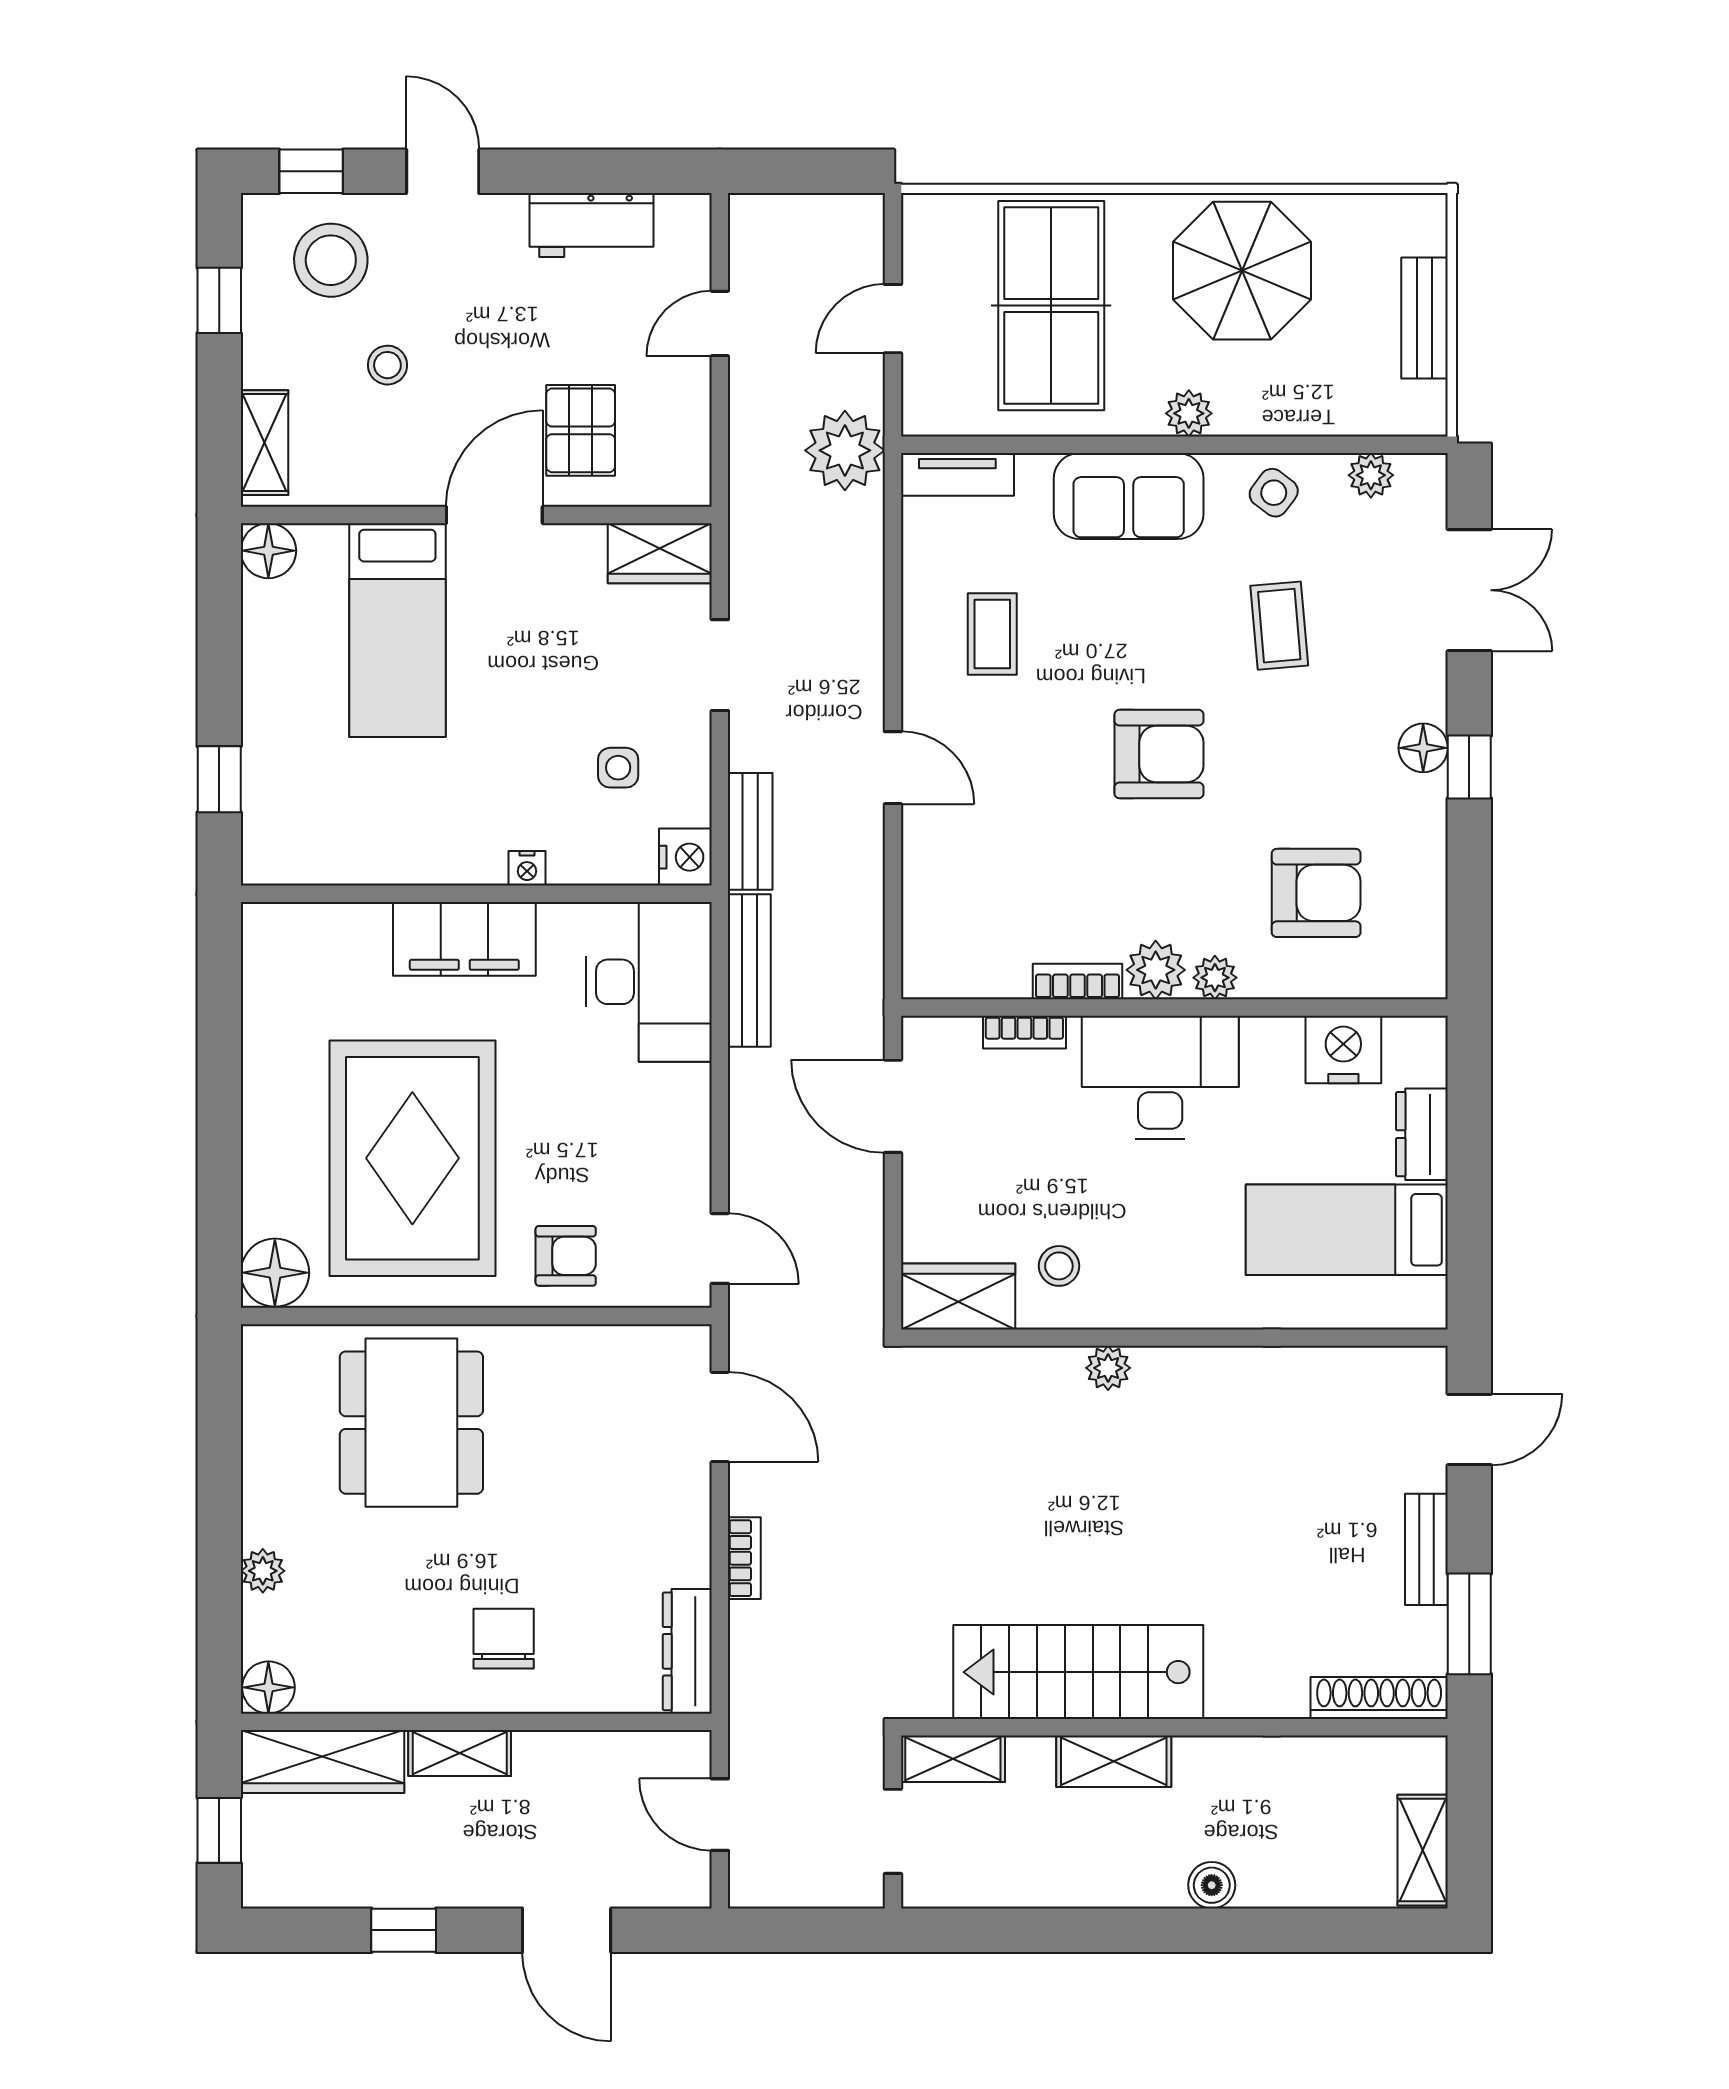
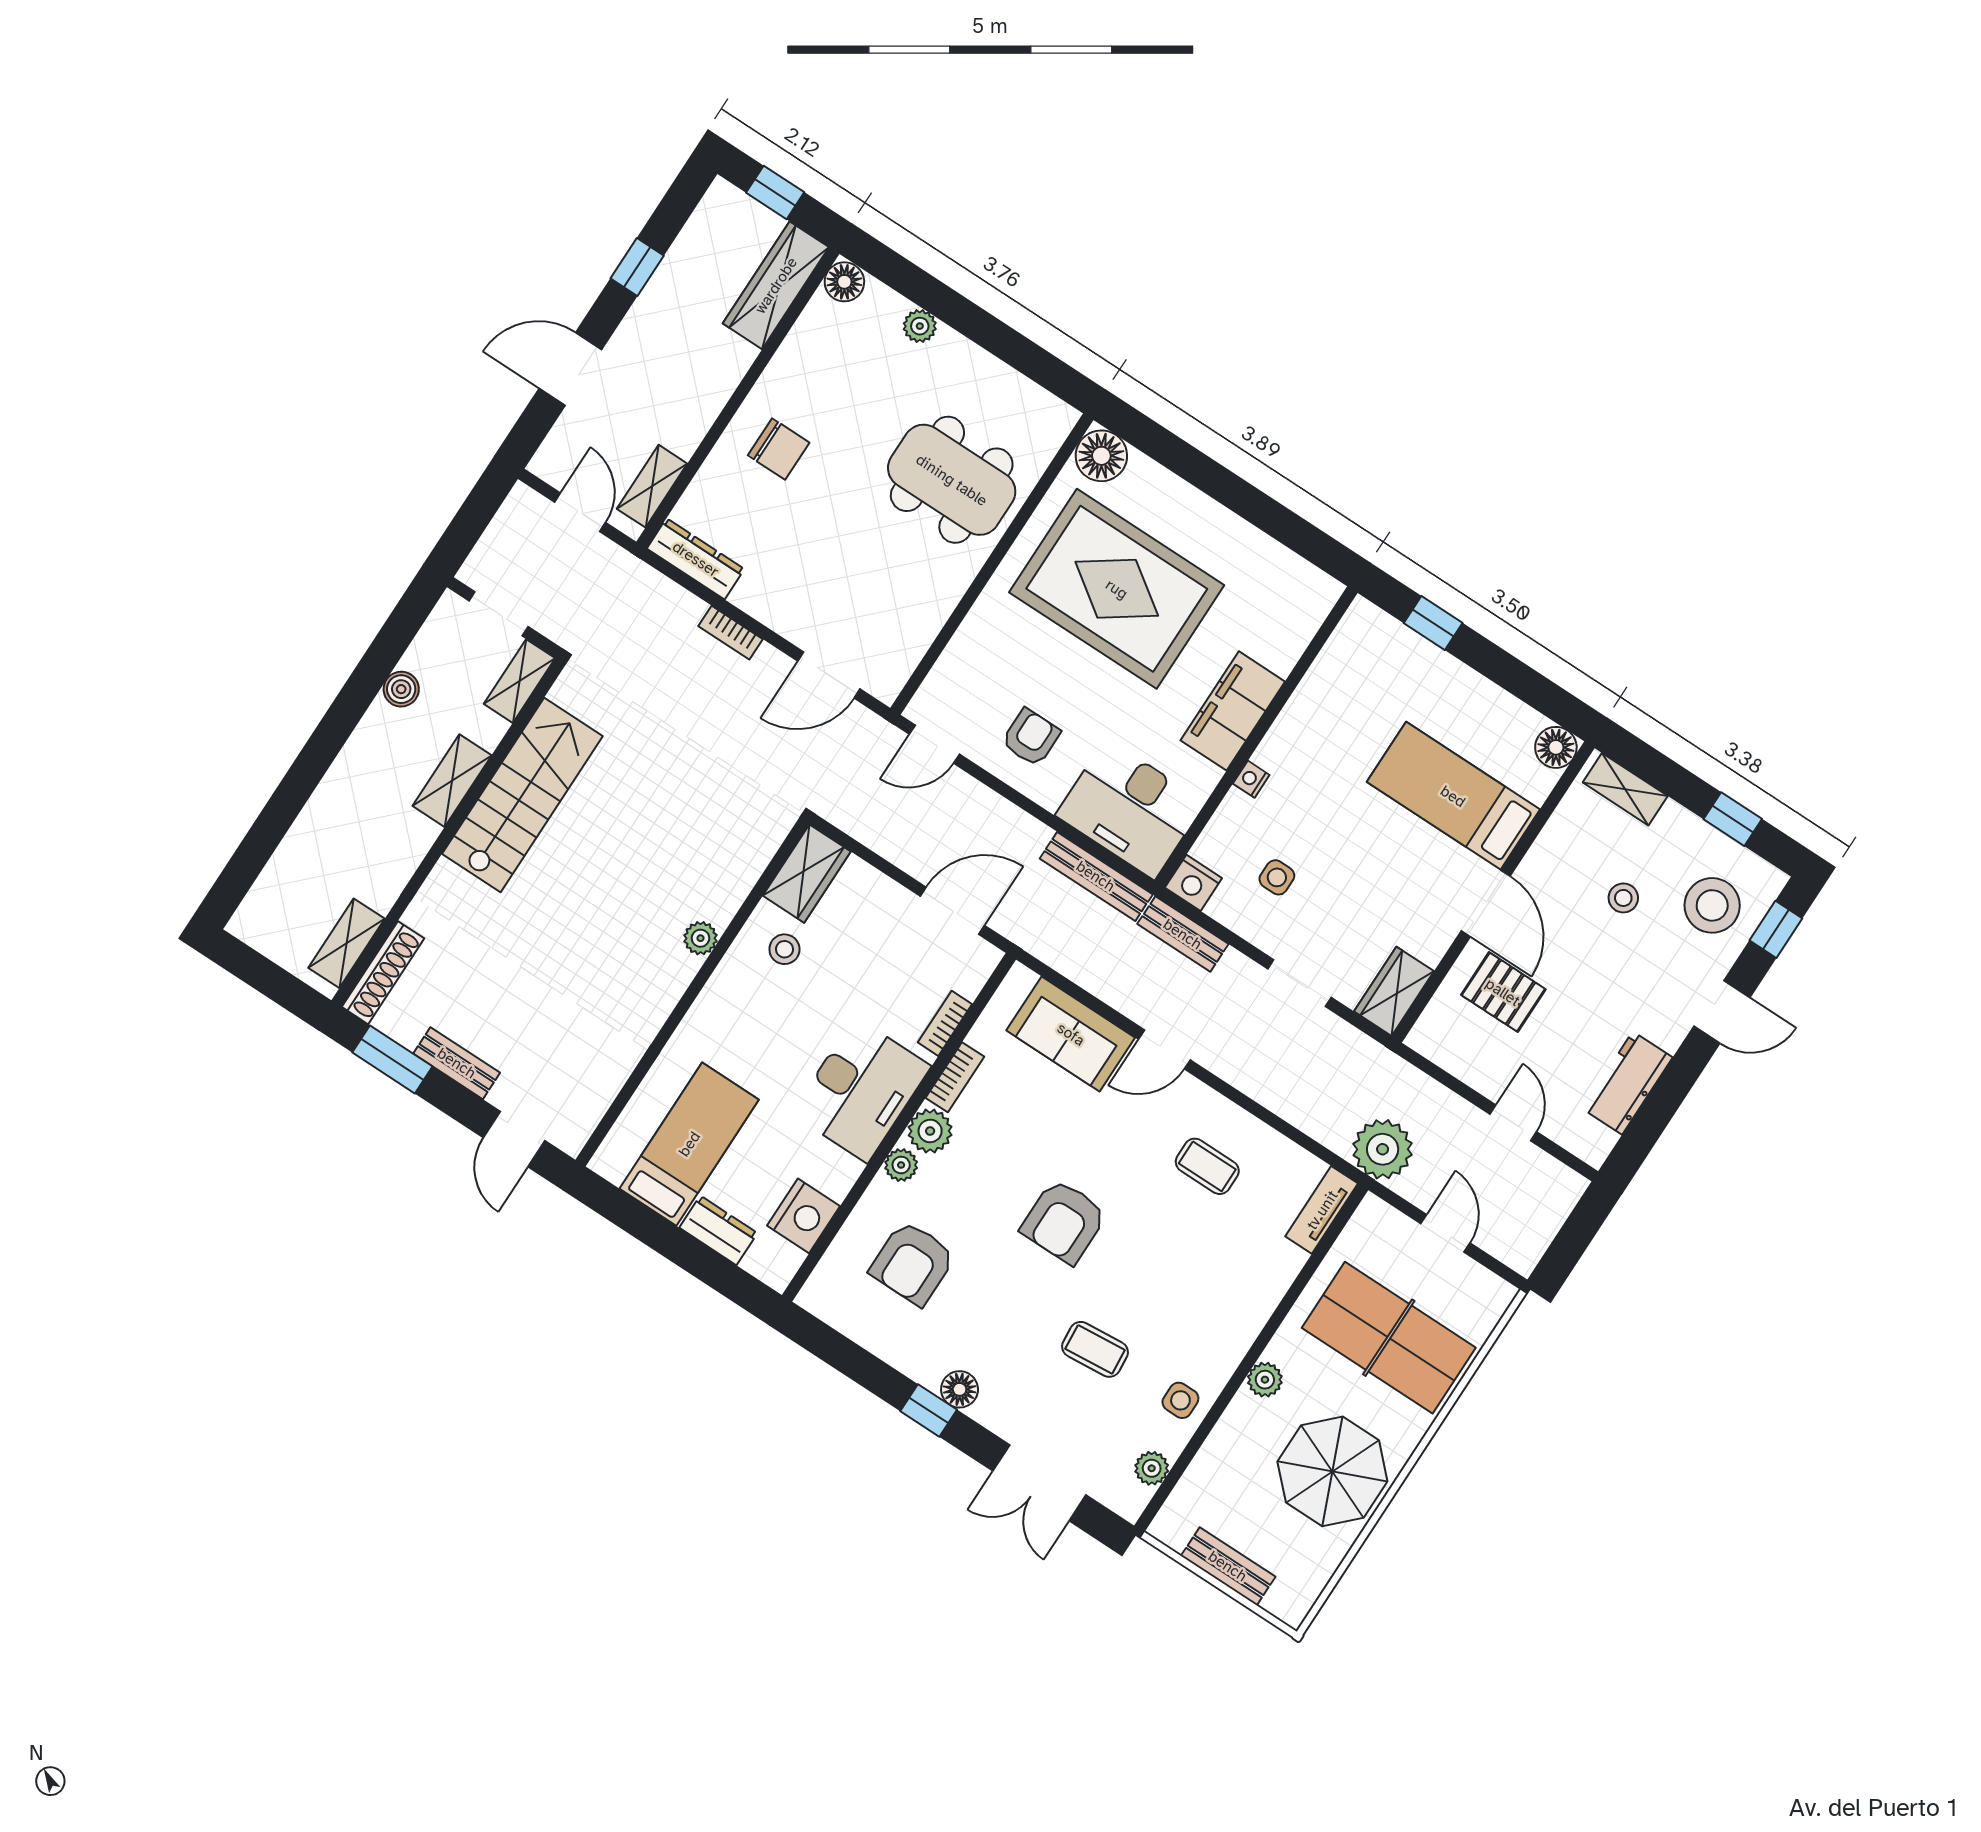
side table: (1274, 493) -> (1180, 1400), turned -37
sofa: (1129, 496) -> (1071, 1034), moved, turned -90
armchair: (566, 1256) -> (1031, 737), moved, turned 180
shelving: (460, 1753) -> (652, 486), moved
door: (720, 1815) -> (580, 512), hinge flipped
shelving: (1423, 1850) -> (346, 943), moved, turned 90
boiler: (1212, 1885) -> (401, 689), moved

